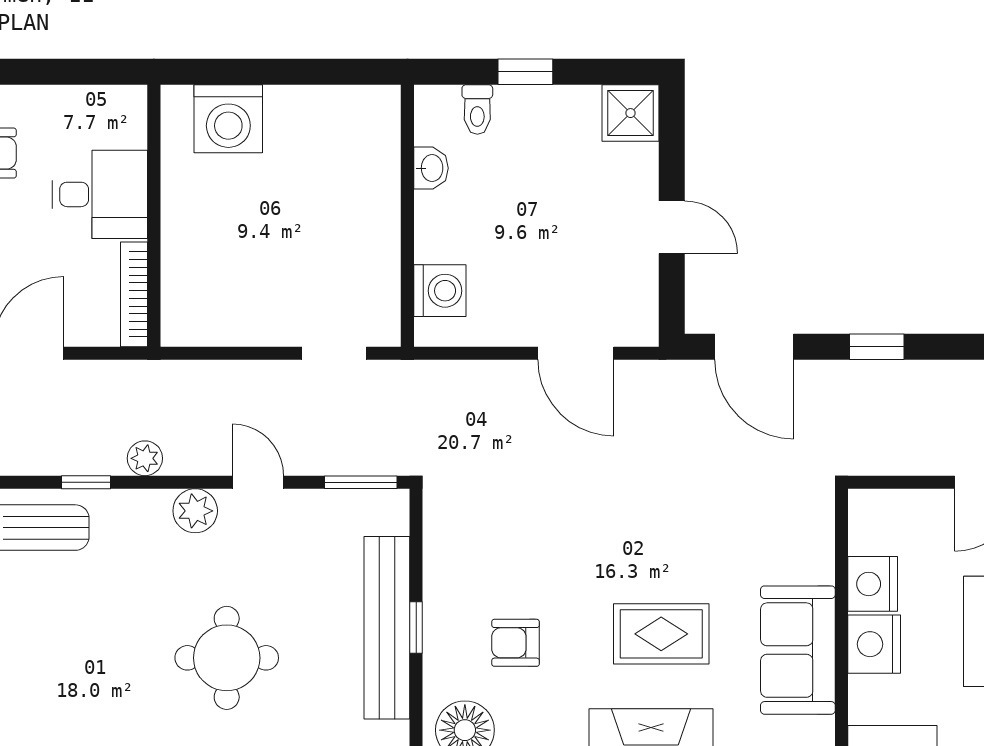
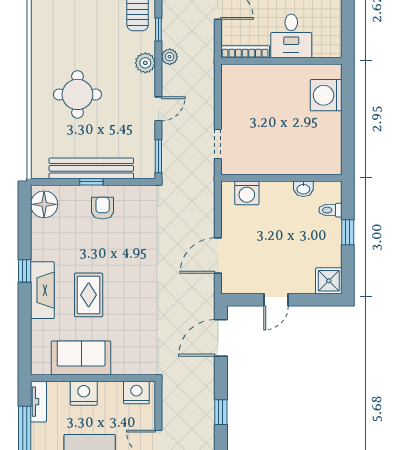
window: (877, 347) -> (221, 412), moved
plant: (195, 511) -> (145, 63), moved
nightstand: (873, 584) -> (136, 392), moved
armchair: (516, 643) -> (103, 208), moved

